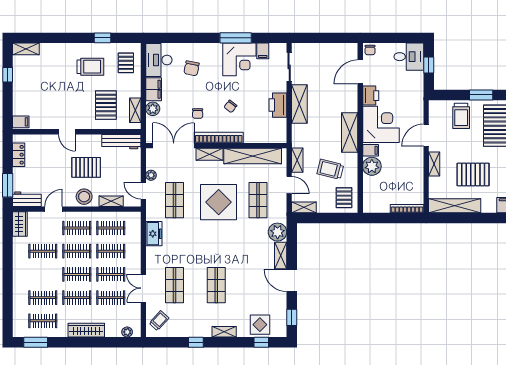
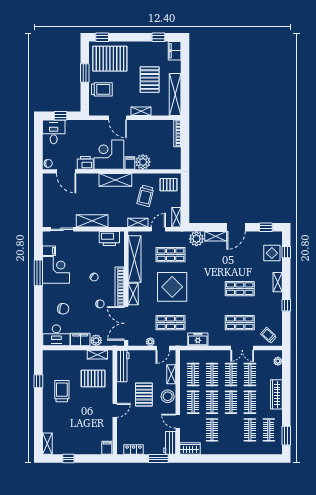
pallet: (126, 63) -> (59, 362), removed
printer: (278, 105) -> (109, 238), moved

